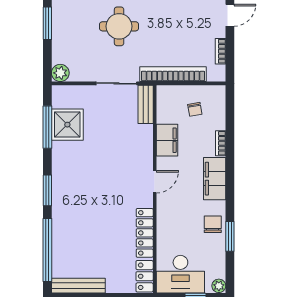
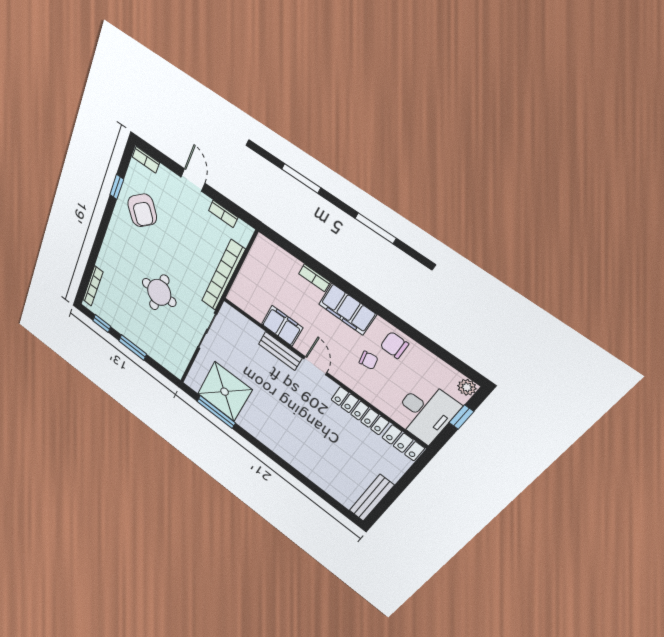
plant: (60, 73) -> (177, 368), removed
bench: (146, 104) -> (280, 351), moved
chair: (195, 109) -> (369, 360), moved
shower: (67, 125) -> (225, 392), width x1.37, depth x1.37
window: (47, 190) -> (270, 453), removed
window: (230, 236) -> (420, 338), removed
window: (47, 250) -> (322, 494), removed

